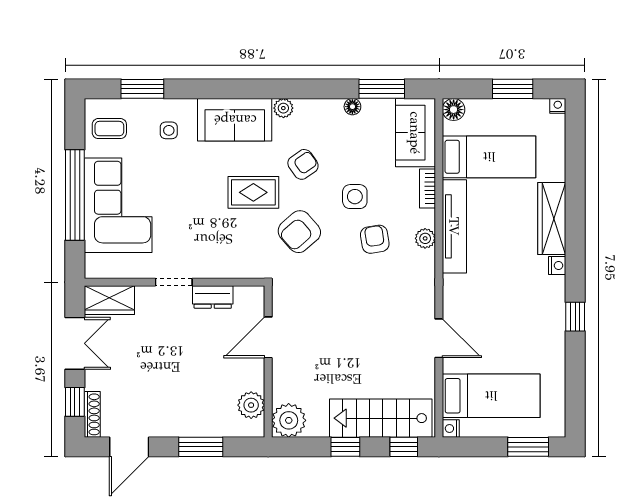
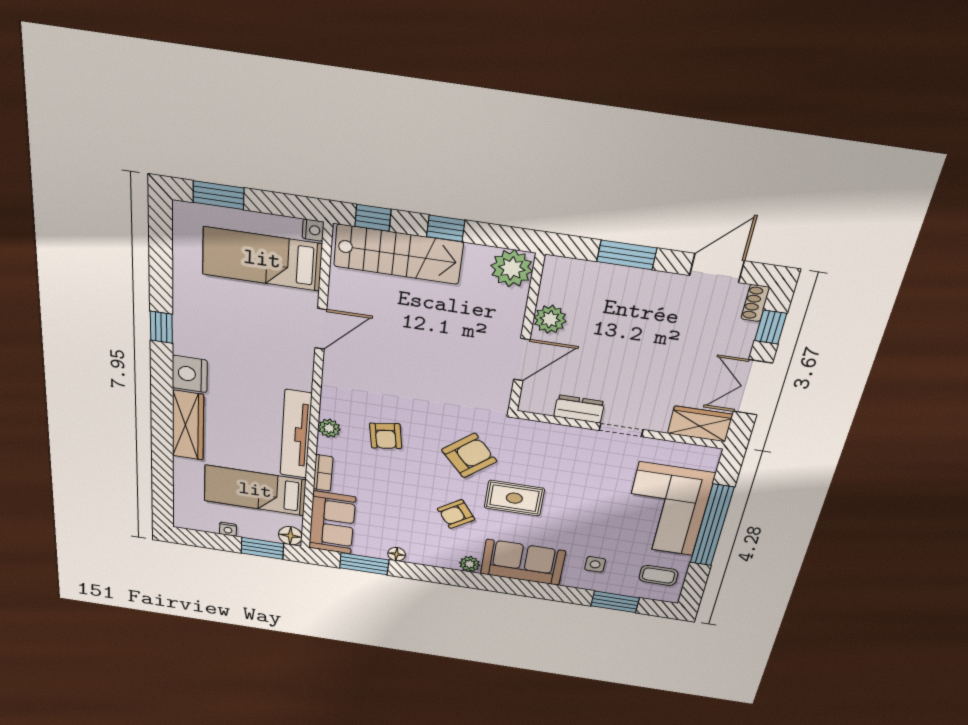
window: (513, 89) -> (262, 548), moved
nightstand: (558, 106) -> (228, 529), moved
side table: (355, 197) -> (403, 478), removed
nightstand: (557, 266) -> (190, 374), width x1.89, depth x1.79
door: (439, 338) -> (321, 329), swing flipped
plant: (251, 405) -> (550, 319), moved
shoe rack: (92, 414) -> (755, 303), width x0.70

